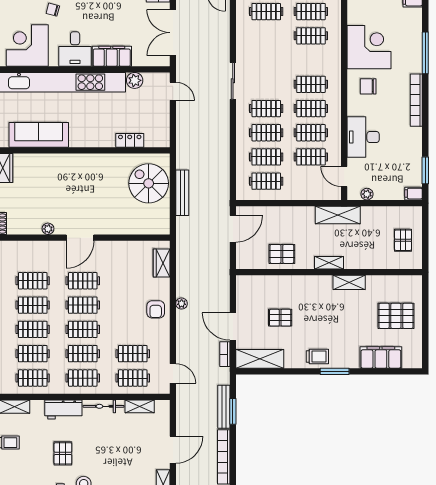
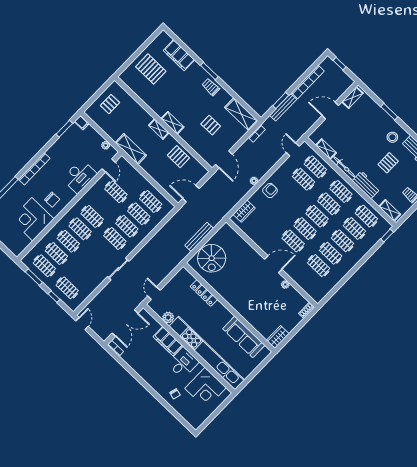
clothes rail: (311, 133) -> (68, 241), moved
locker: (130, 140) -> (204, 293), width x1.53
shelving: (349, 282) -> (172, 123), moved
door: (233, 327) -> (224, 159), moved

